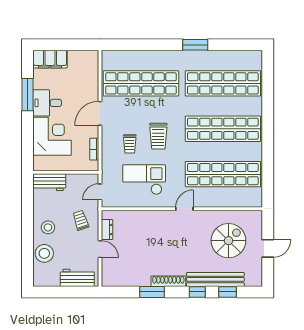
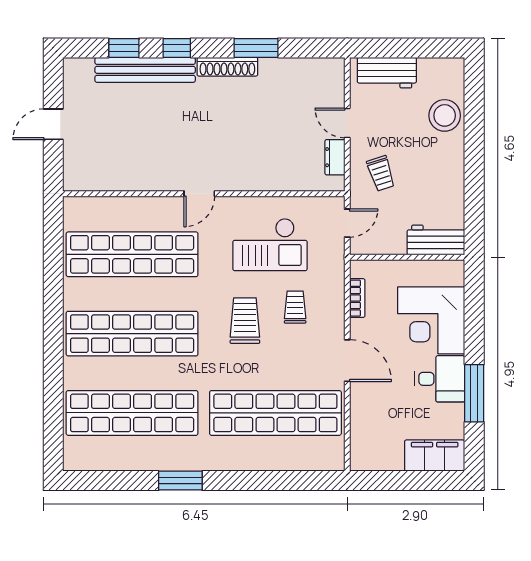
door: (100, 113) -> (347, 361), hinge flipped
stool: (48, 227) -> (438, 161), removed
spiral stairs: (228, 241) -> (122, 138), removed

